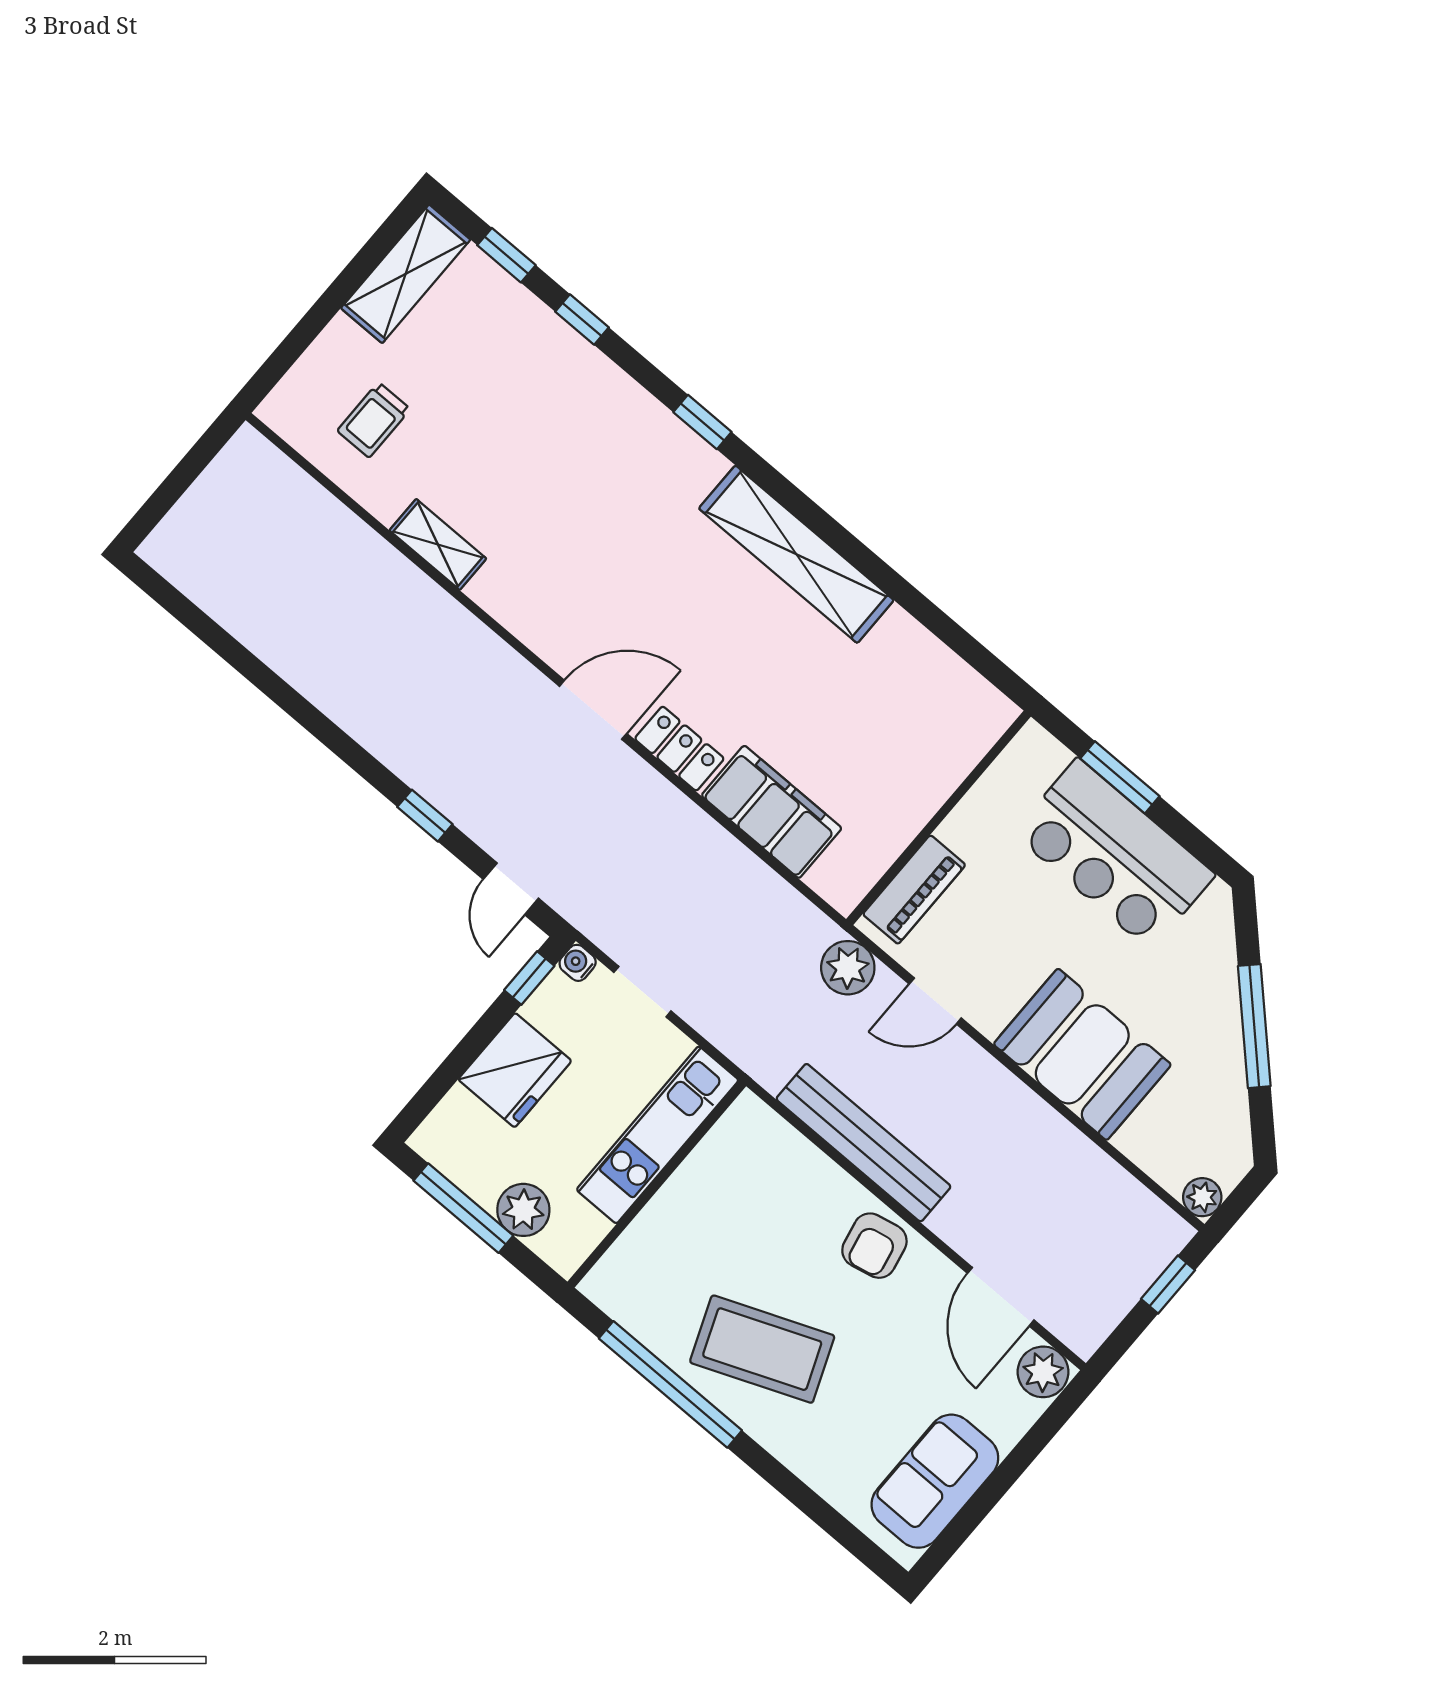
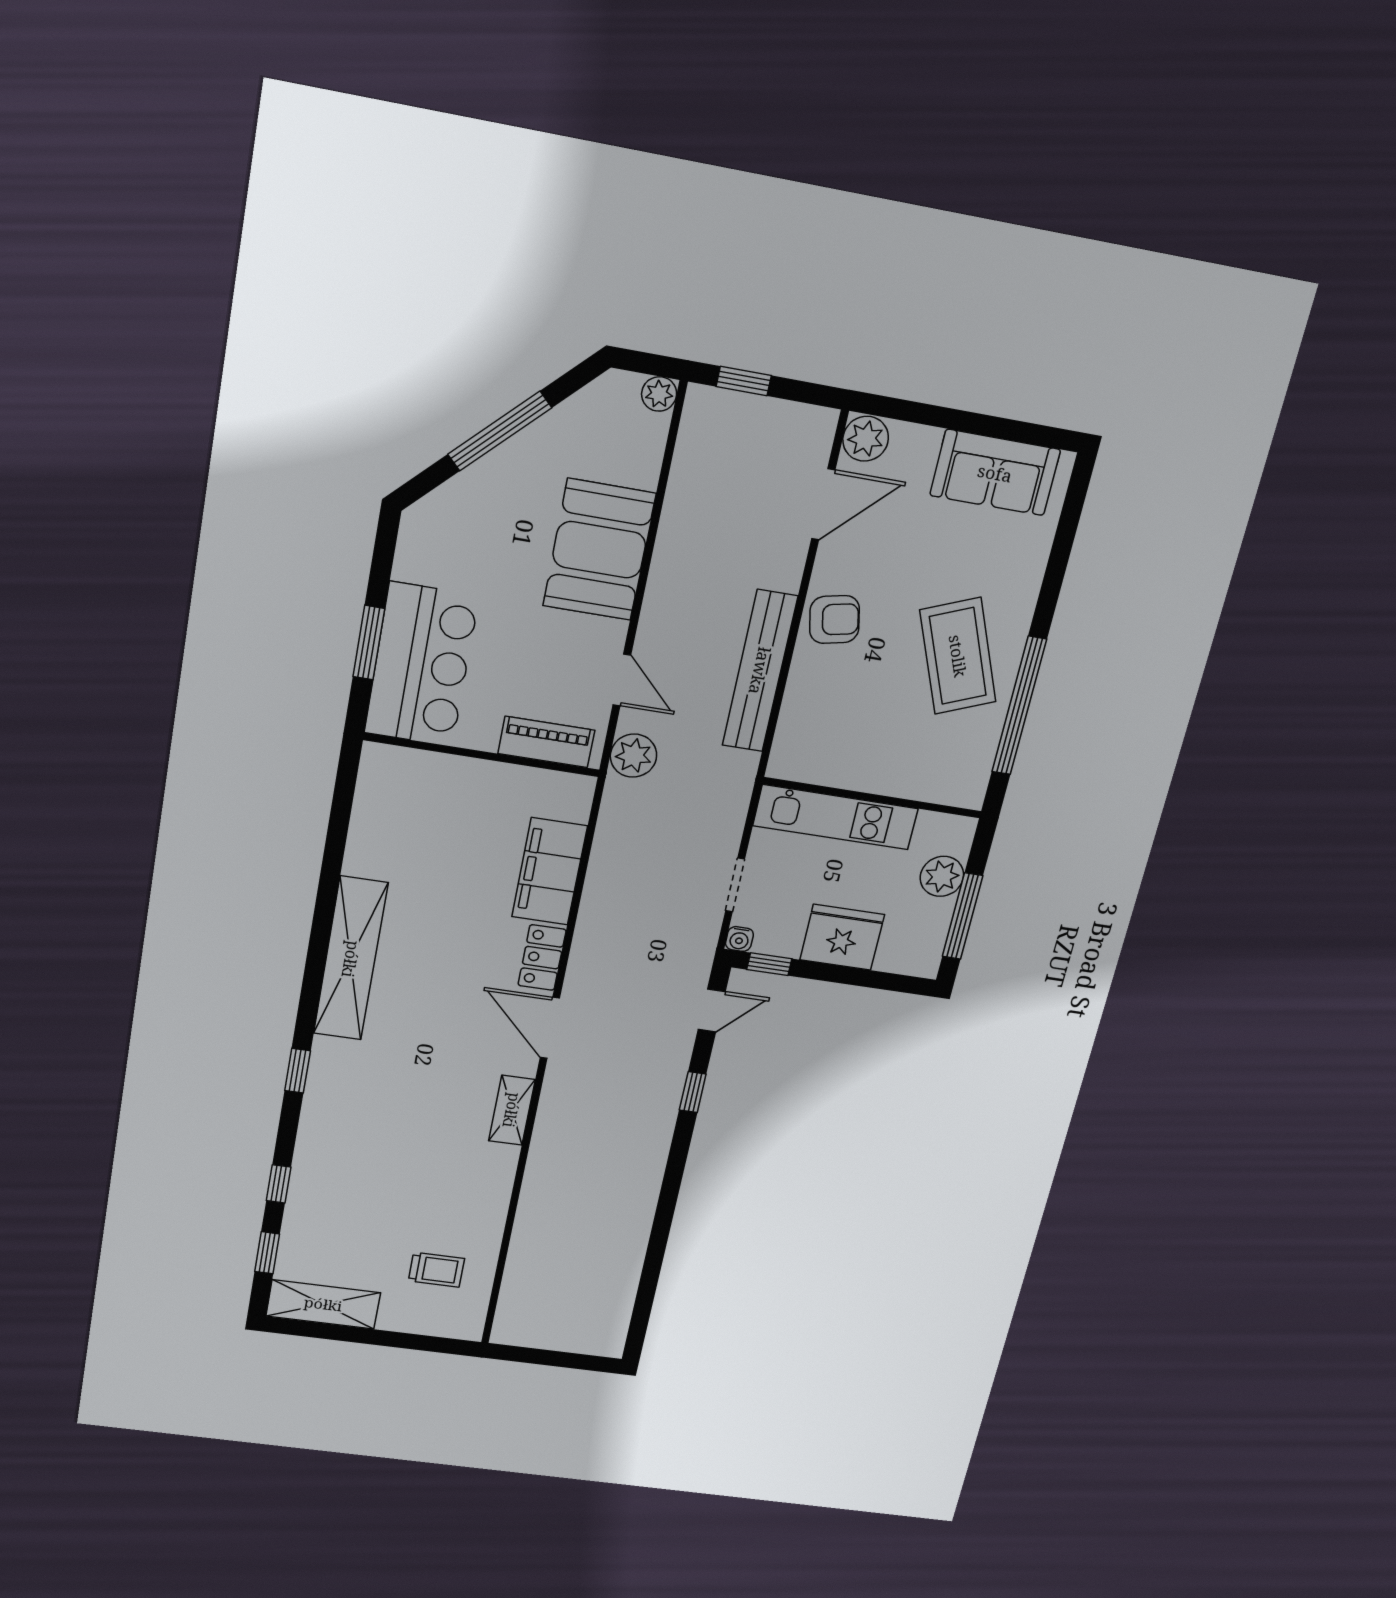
shelving: (438, 544) -> (512, 1110), moved
bar counter: (1114, 854) -> (421, 665), moved

